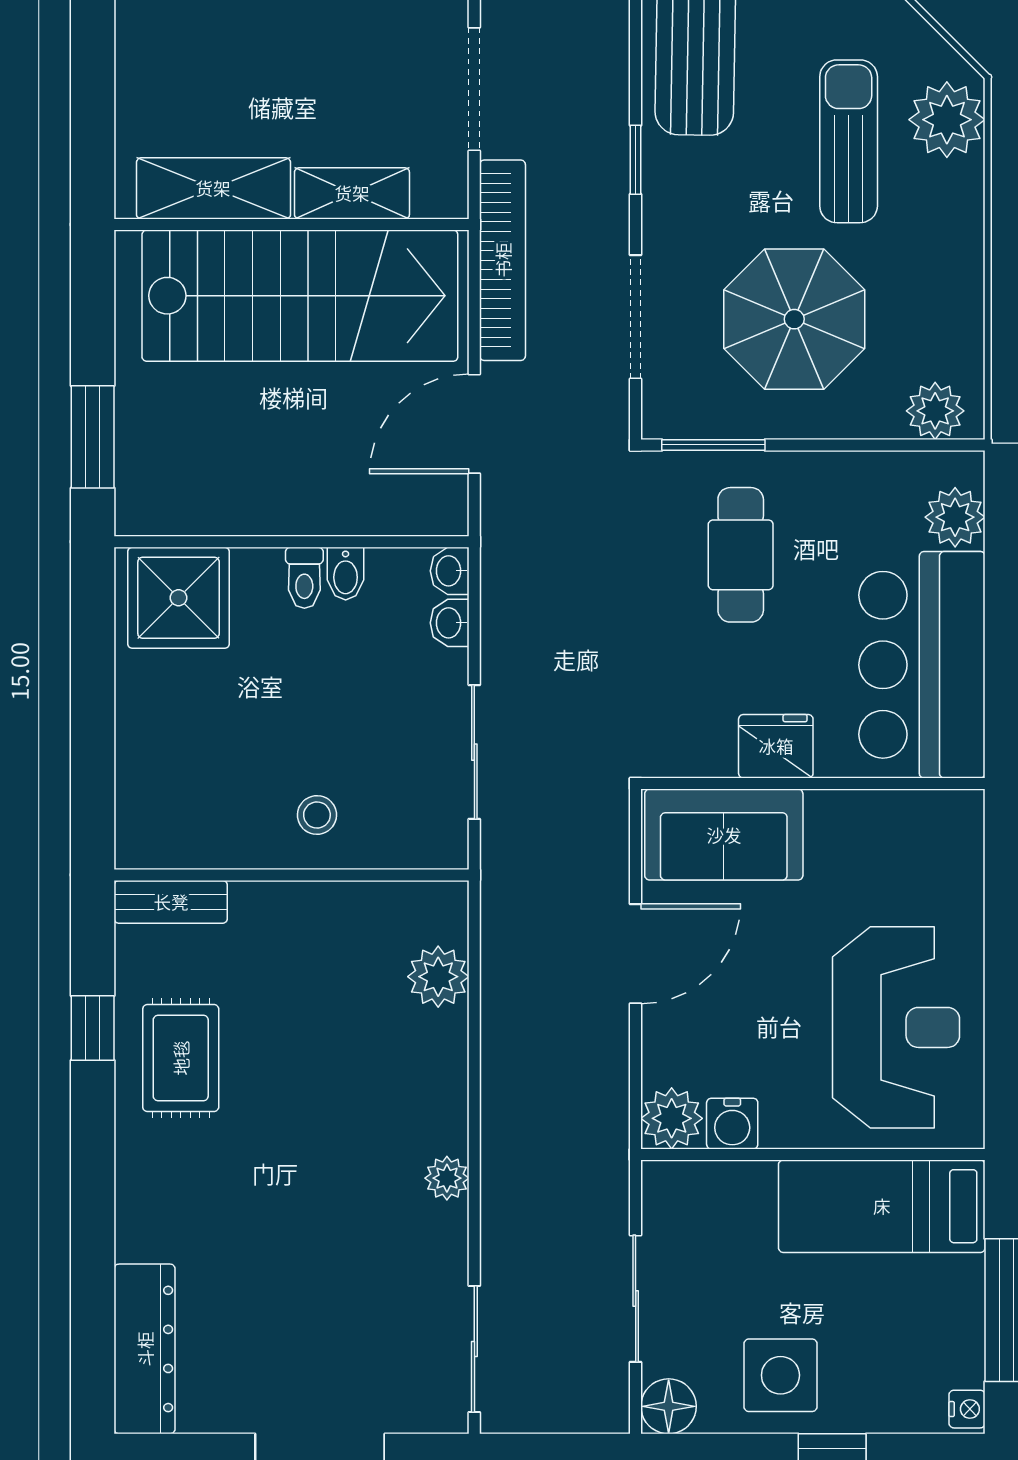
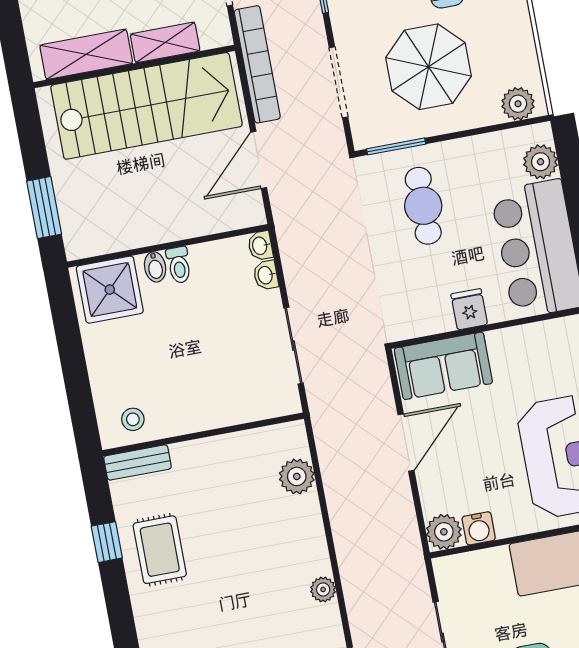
bidet: (346, 574) -> (155, 267), moved
fridge: (776, 746) -> (469, 309), width x0.72
stool: (317, 815) -> (133, 419), moved

